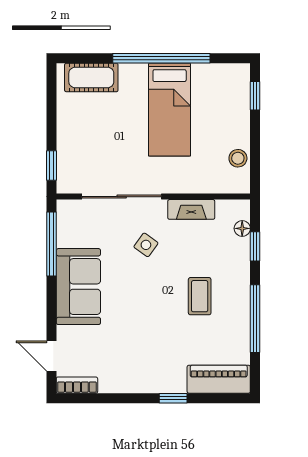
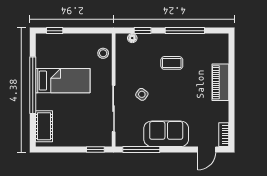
stool: (238, 158) -> (103, 53), moved
fireplace: (191, 209) -> (121, 68), removed
piano: (219, 379) -> (220, 82), moved
window: (173, 398) -> (231, 78), removed

